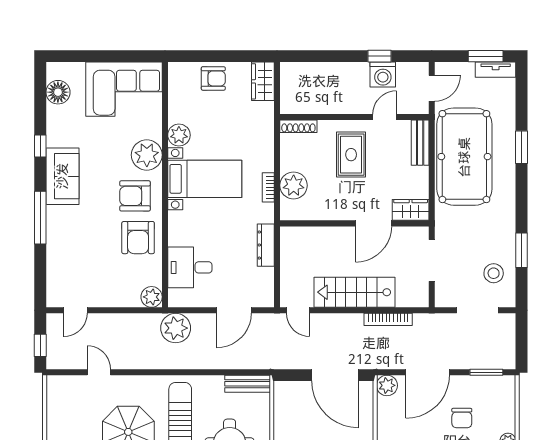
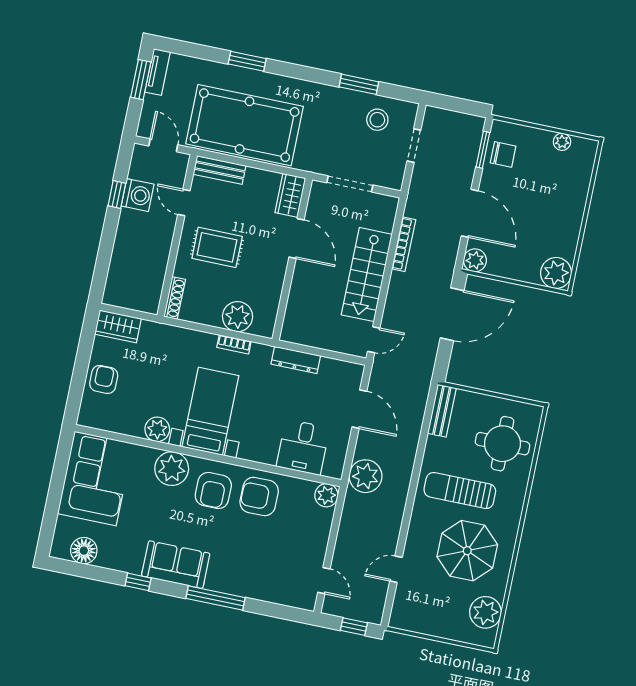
armchair: (138, 238) -> (259, 497), turned 180
doorway: (477, 310) -> (414, 146), width x0.73
chair: (462, 418) -> (503, 154), moved

